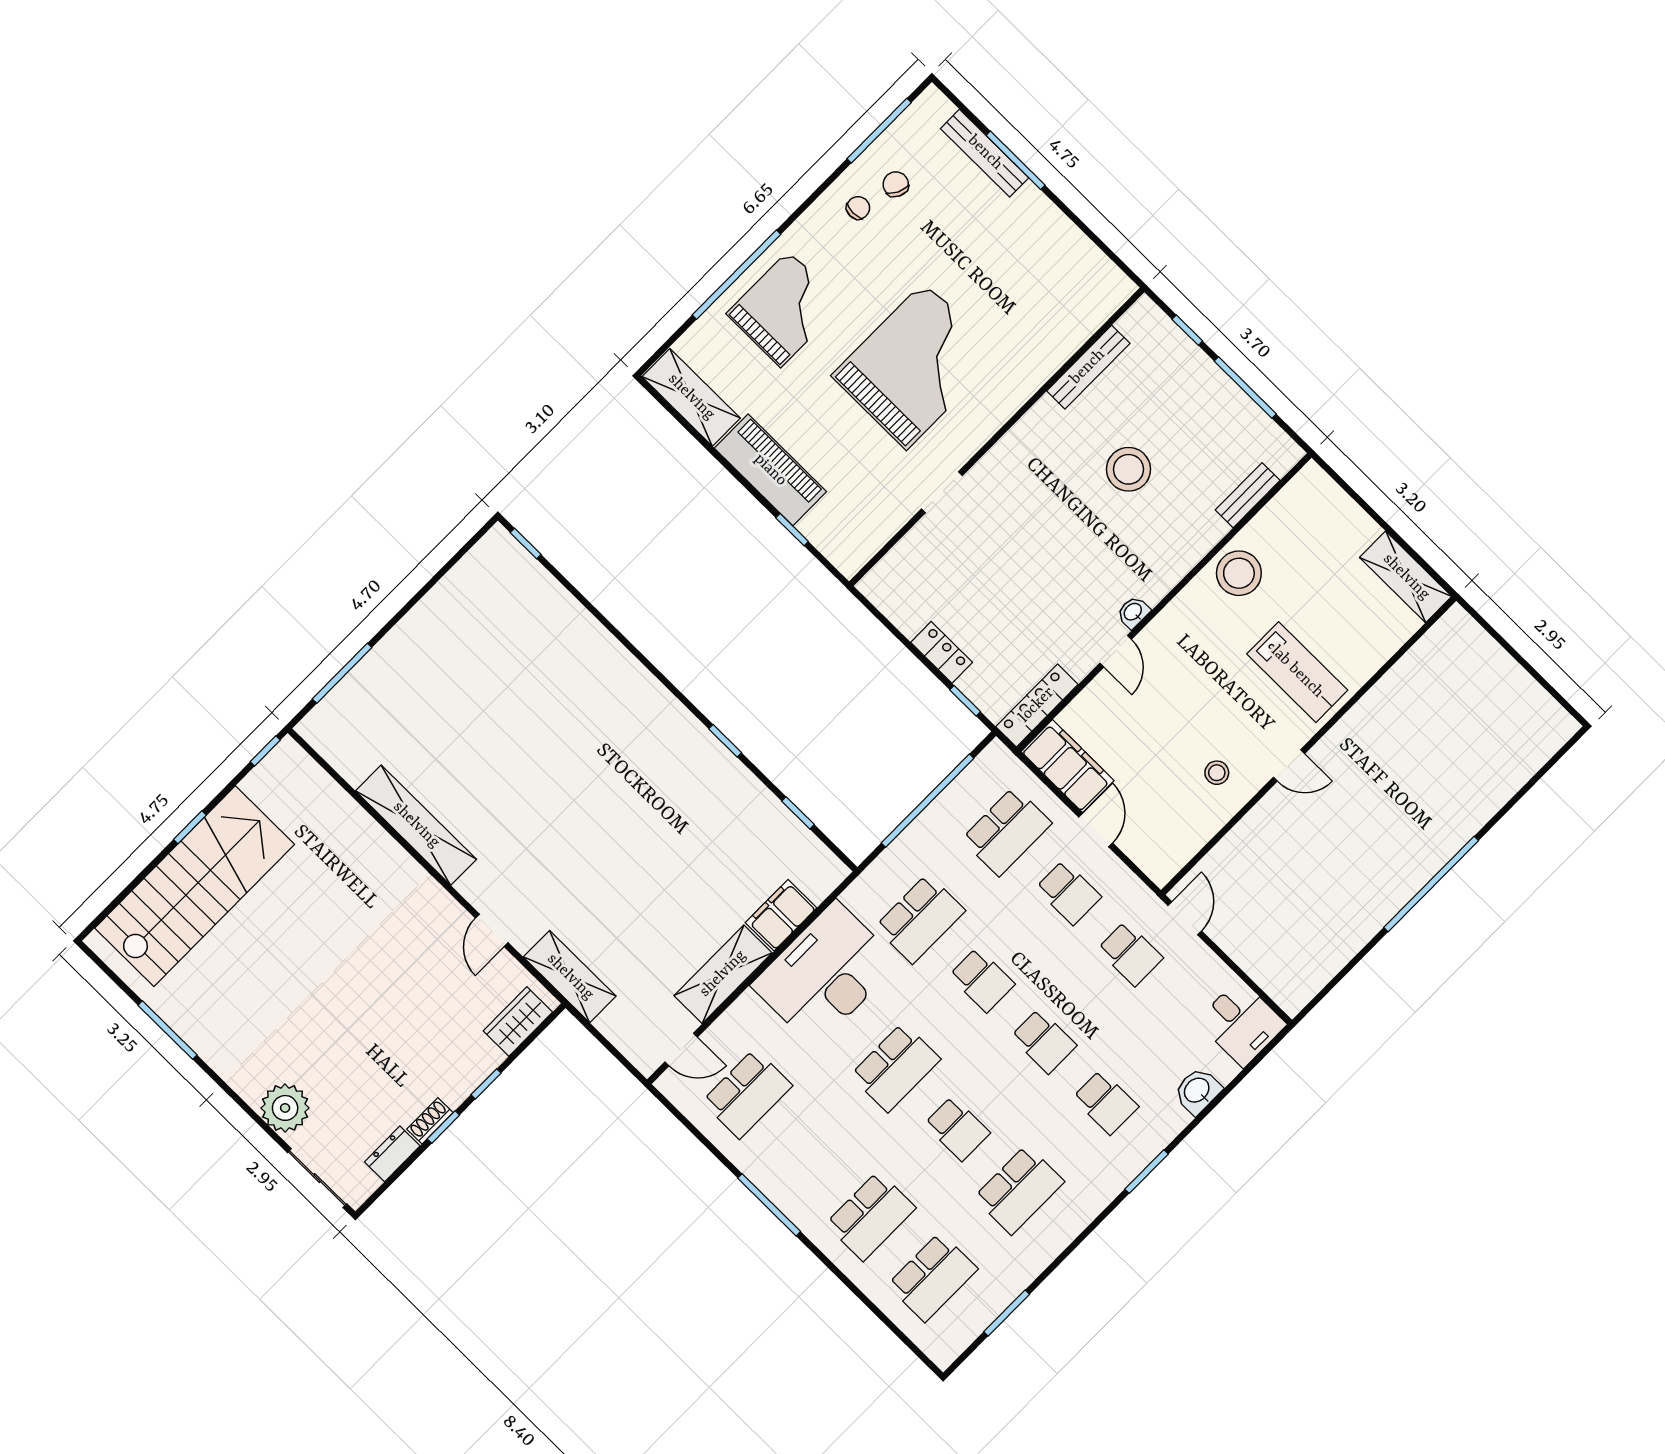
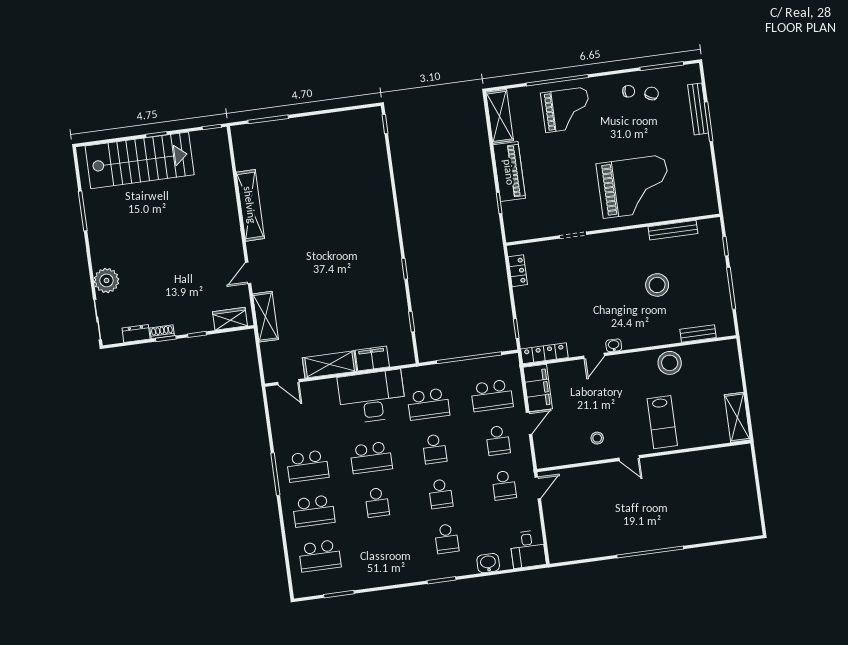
grand piano: (915, 366) -> (634, 186), moved
locker: (942, 652) -> (518, 271), moved
school desk: (747, 1094) -> (308, 466), moved
school desk: (1019, 1190) -> (383, 547), removed

